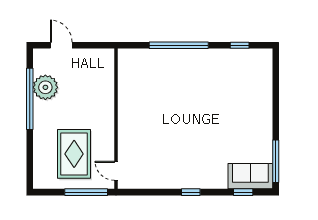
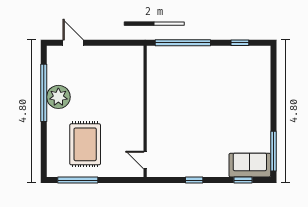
plant: (45, 87) -> (58, 97), moved
wall: (116, 119) -> (145, 111), moved
door: (116, 171) -> (145, 160), moved
window: (86, 192) -> (78, 180), moved

